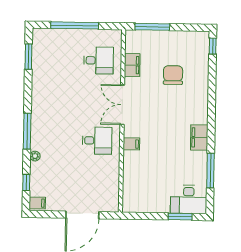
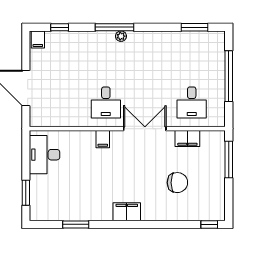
filing cabinet: (199, 137) -> (127, 212), moved
plant: (35, 156) -> (121, 36), moved
window: (210, 171) -> (76, 224), width x0.69
desk: (189, 199) -> (45, 155), moved

